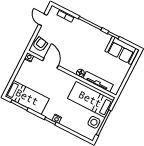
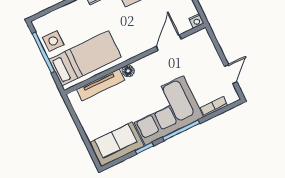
door: (43, 20) -> (231, 74), hinge flipped
corner sofa: (87, 39) -> (164, 111), added
armchair: (40, 44) -> (202, 47), removed
door: (51, 63) -> (169, 43), swing flipped

